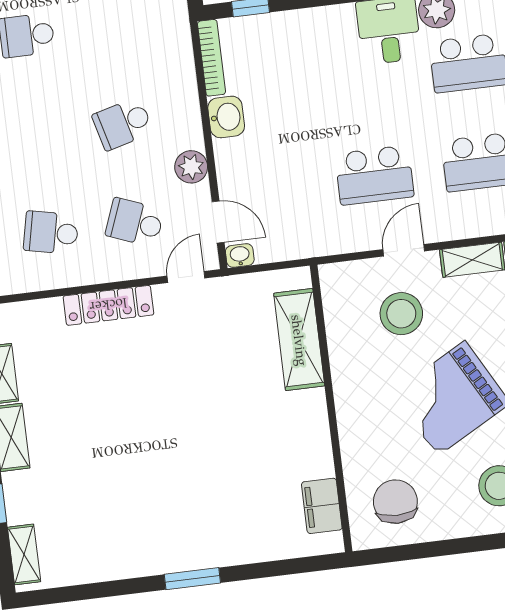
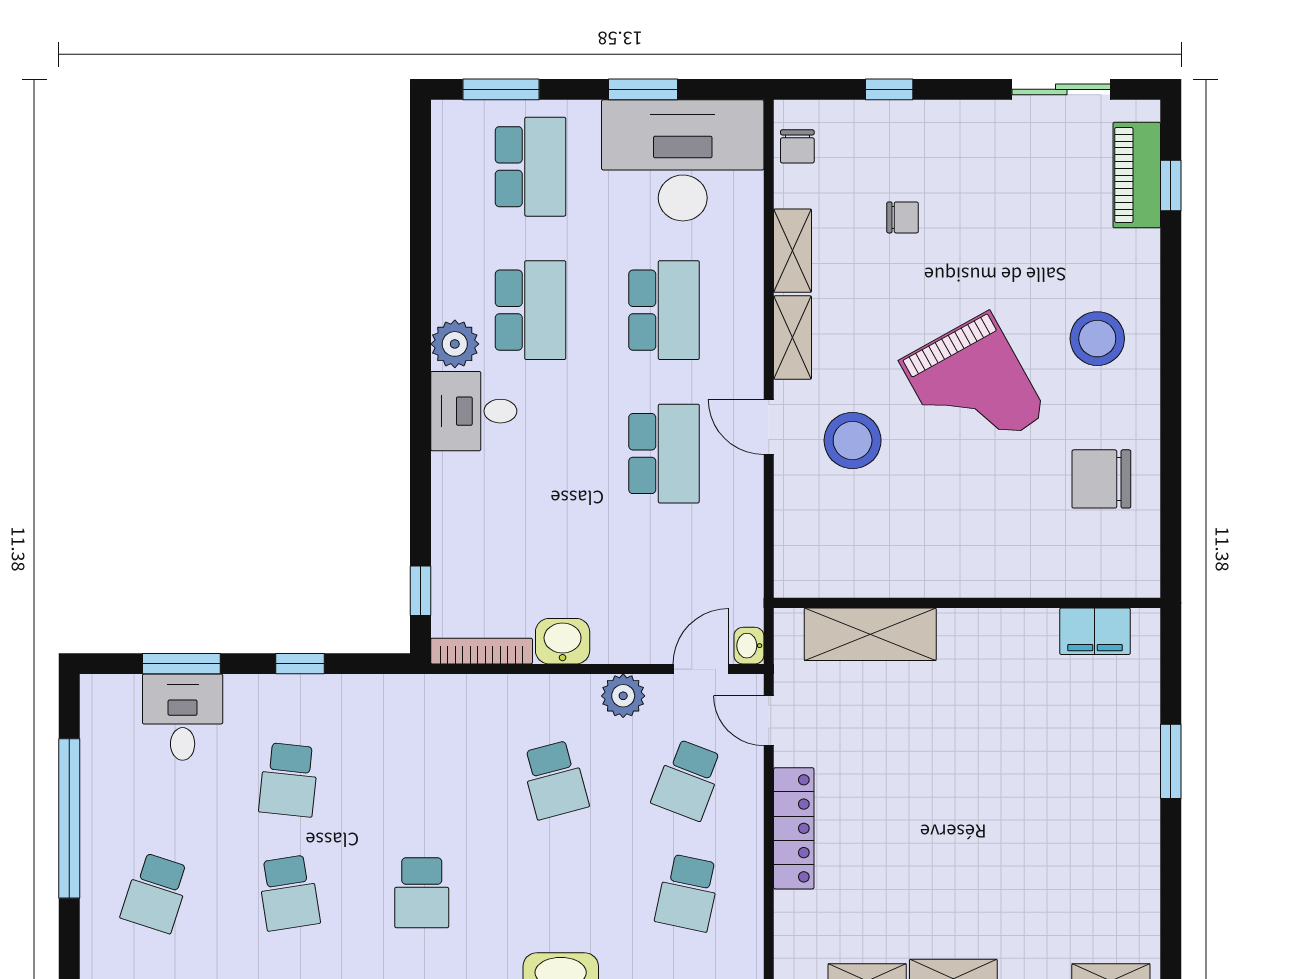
shelving: (299, 340) -> (870, 634), moved
wall: (331, 408) -> (967, 603), moved
filing cabinet: (322, 506) -> (1095, 631), moved

